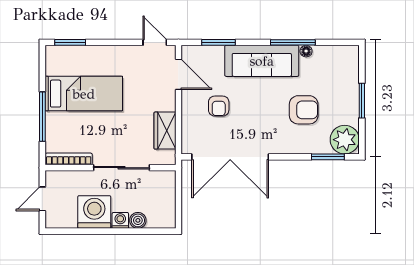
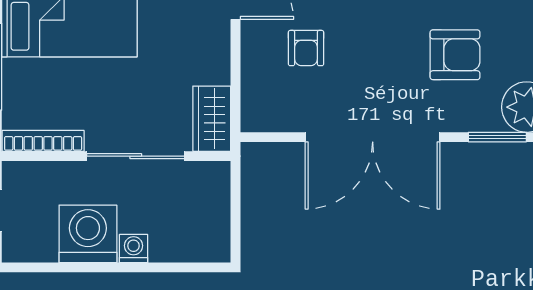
wardrobe: (165, 131) -> (212, 119), moved
double door: (230, 157) -> (373, 137), moved
boiler: (138, 220) -> (164, 249), removed

